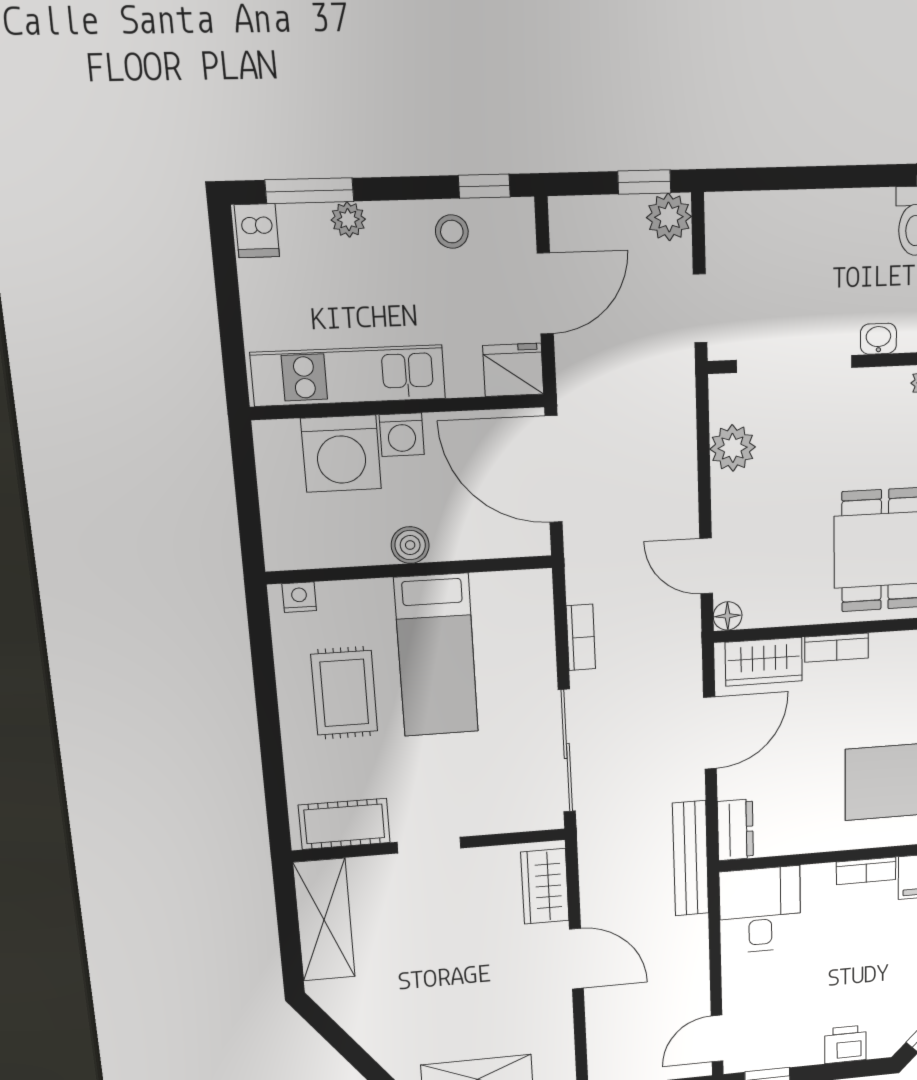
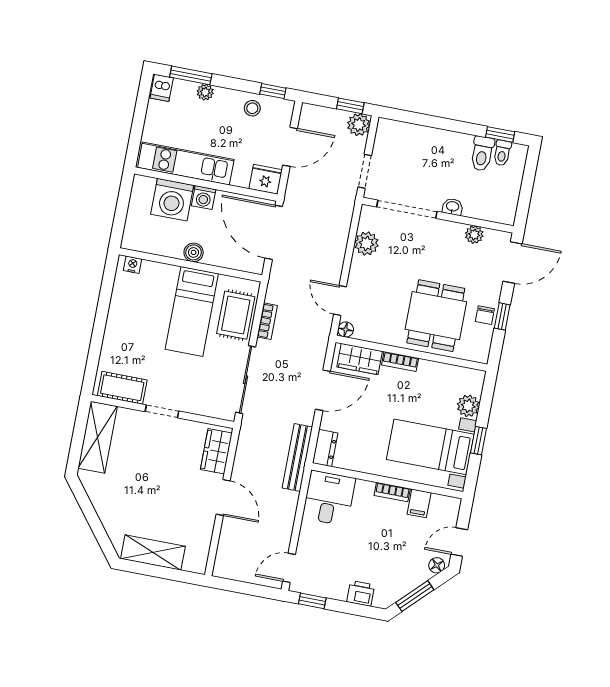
rug: (344, 693) -> (236, 315), moved

